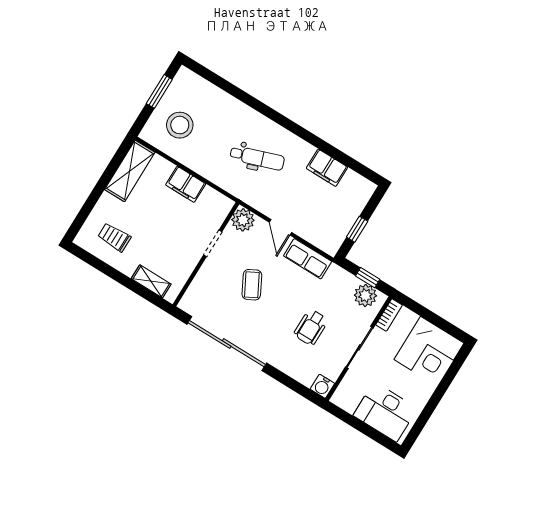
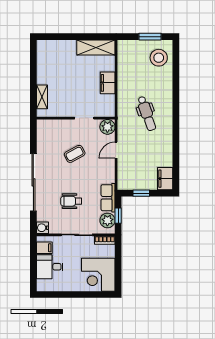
stool: (180, 125) -> (159, 58), moved
filing cabinet: (327, 168) -> (165, 179), moved
trolley: (114, 237) -> (54, 62), removed
row of seats: (308, 259) -> (108, 198), moved
sliding door: (227, 344) -> (33, 182), moved
filing cabinet: (350, 400) -> (44, 248), added
desk: (385, 412) -> (50, 267), width x0.73

